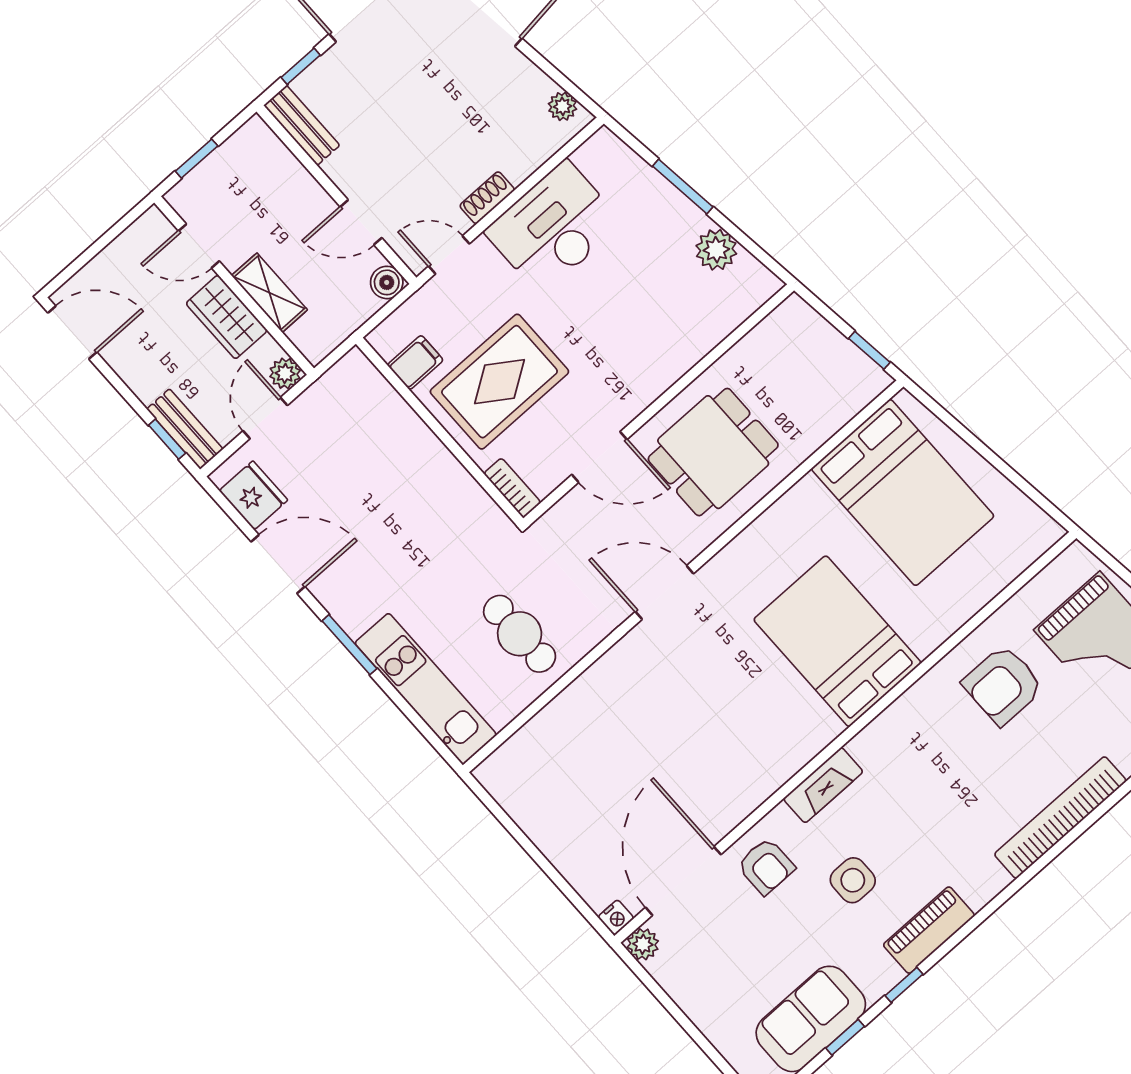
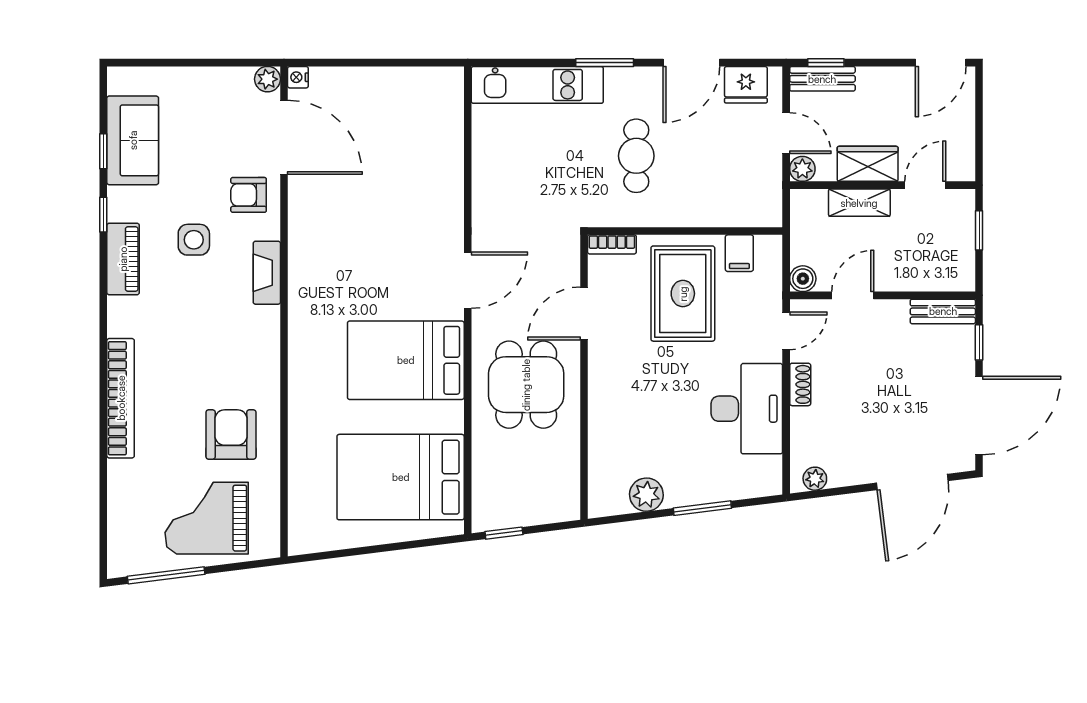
cafe table: (520, 634) -> (636, 156), moved, turned 90
bed: (837, 641) -> (406, 360), moved, turned 180

